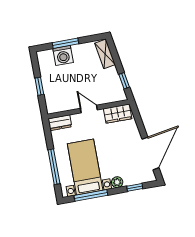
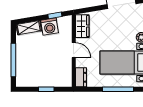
window: (65, 43) -> (13, 60), width x1.44
washing machine: (63, 55) -> (49, 27), moved, turned 80
door: (89, 109) -> (74, 50), swing flipped

